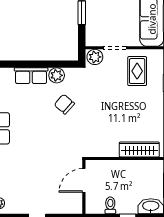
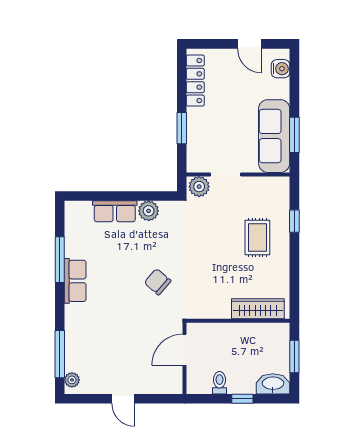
rug: (137, 71) -> (257, 237), moved
chair: (64, 104) -> (158, 282), moved

